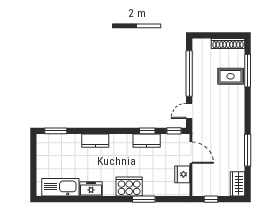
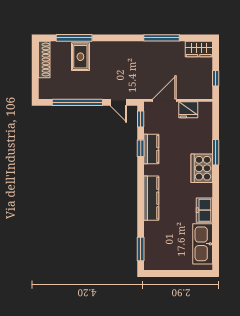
kitchen counter: (95, 141) -> (151, 198), width x1.50

